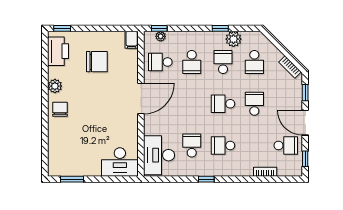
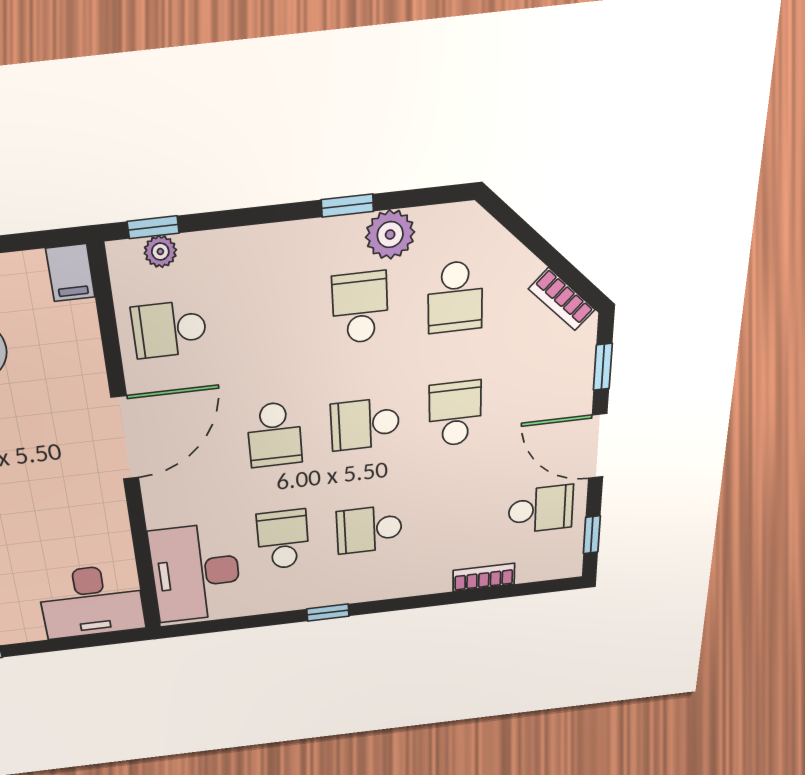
school desk: (192, 62) -> (274, 435), moved

